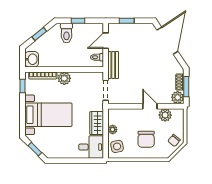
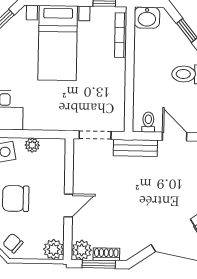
plant: (64, 78) -> (115, 69), removed
plant: (165, 115) -> (54, 249), moved
wardrobe: (97, 123) -> (43, 120), removed

